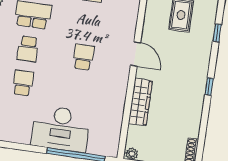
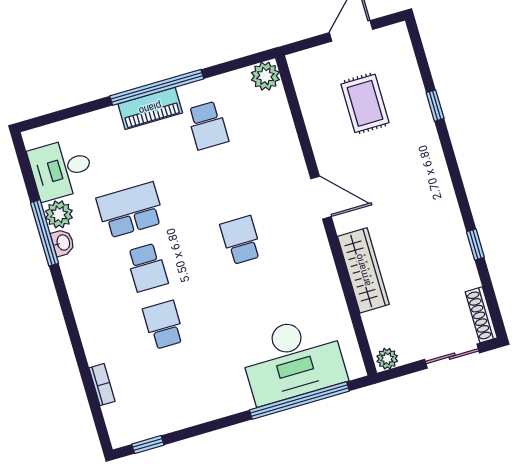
window: (209, 87) -> (475, 245), moved
desk: (61, 129) -> (293, 360), moved

